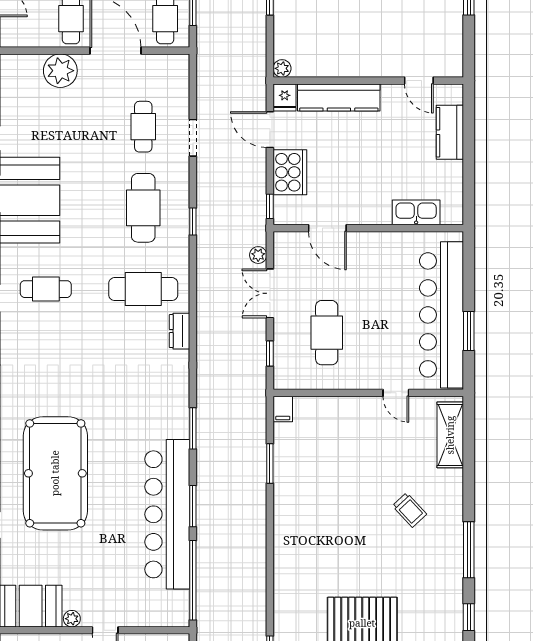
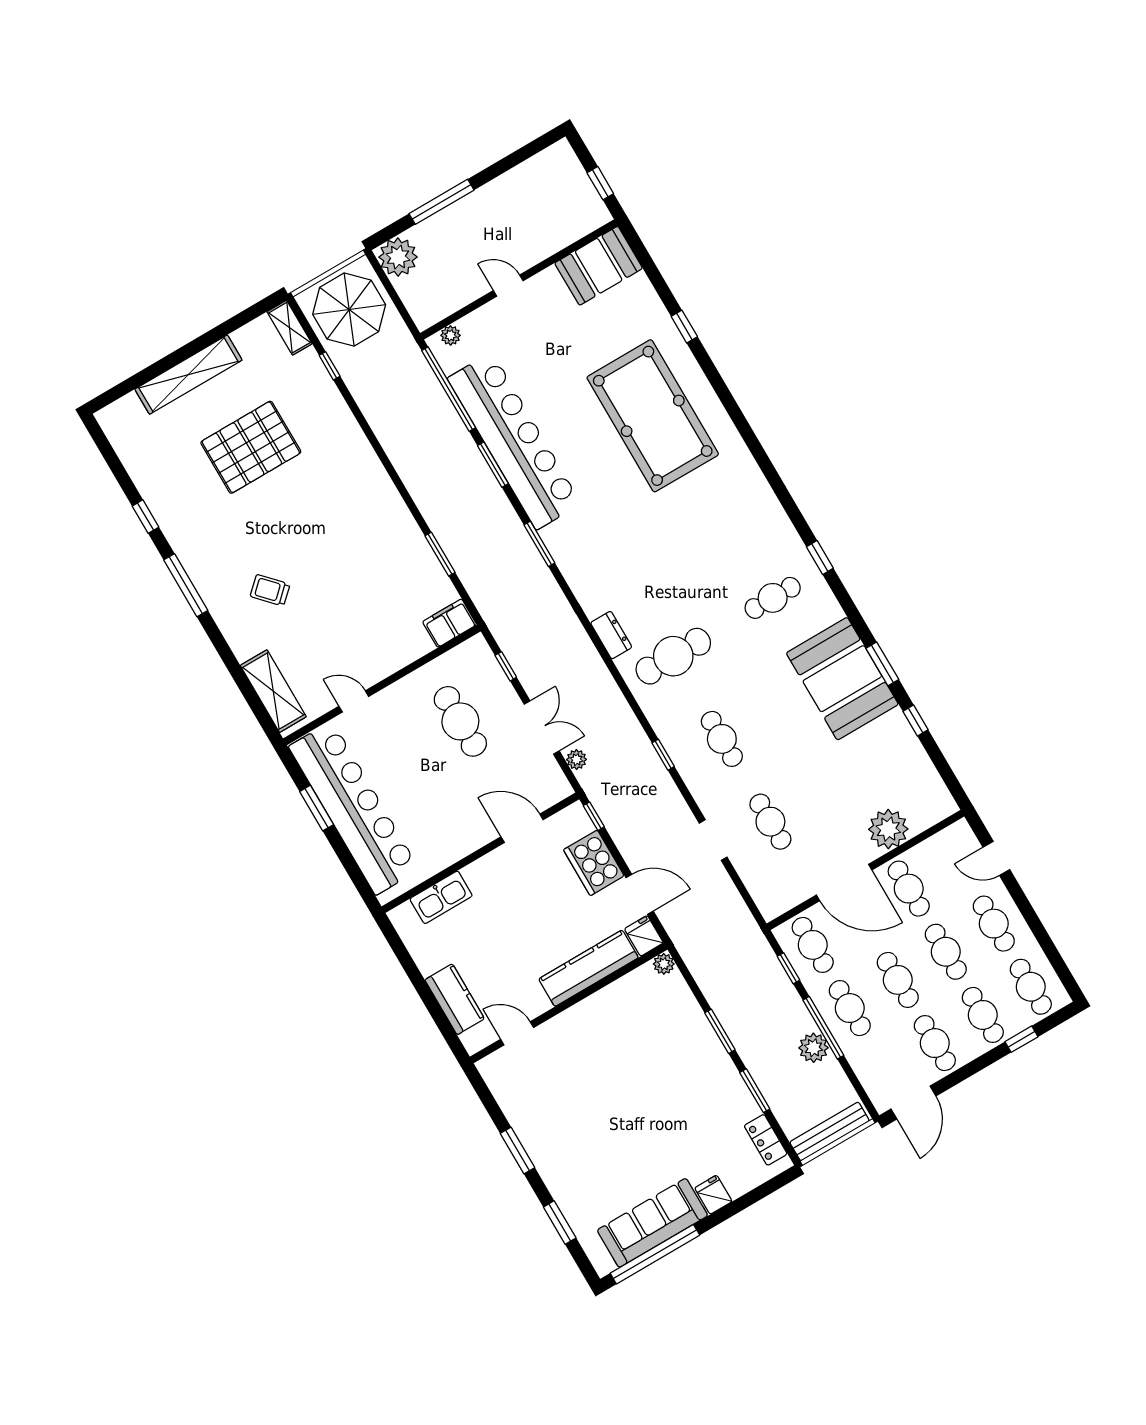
cafe table: (143, 208) -> (722, 739), width x0.73, depth x0.74
filing cabinet: (283, 409) -> (450, 623), width x2.00
plant: (72, 619) -> (451, 335), moved

